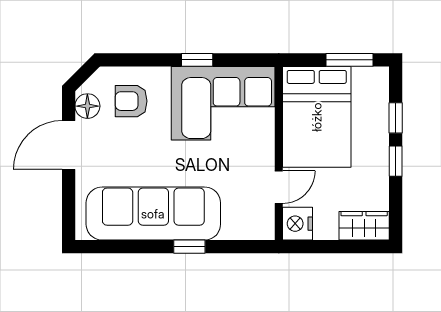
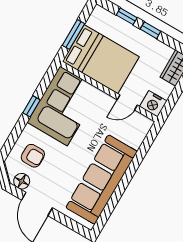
window: (349, 60) -> (73, 35), moved
armchair: (131, 101) -> (33, 156), turned -90
door: (279, 187) -> (127, 102), swing flipped
window: (189, 247) -> (131, 170), removed

